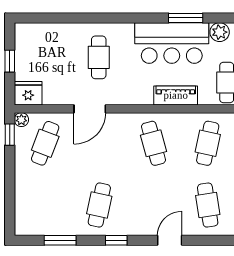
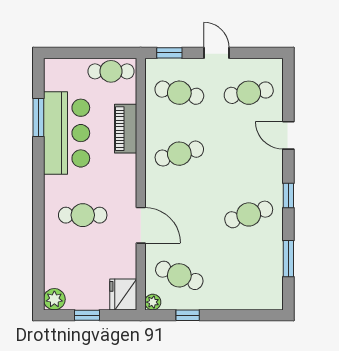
plant: (220, 32) -> (54, 299), moved
window: (10, 135) -> (188, 315), moved
cafe table: (99, 205) -> (249, 214), turned -30

